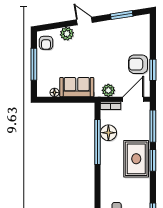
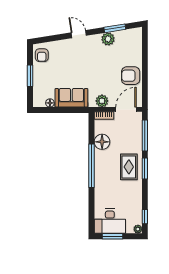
plant: (67, 34) -> (108, 39), moved
window: (34, 64) -> (30, 76), width x0.69
window: (153, 70) -> (145, 81), removed
window: (98, 142) -> (91, 166), moved
rug: (136, 159) -> (129, 167), width x0.73, depth x0.70

